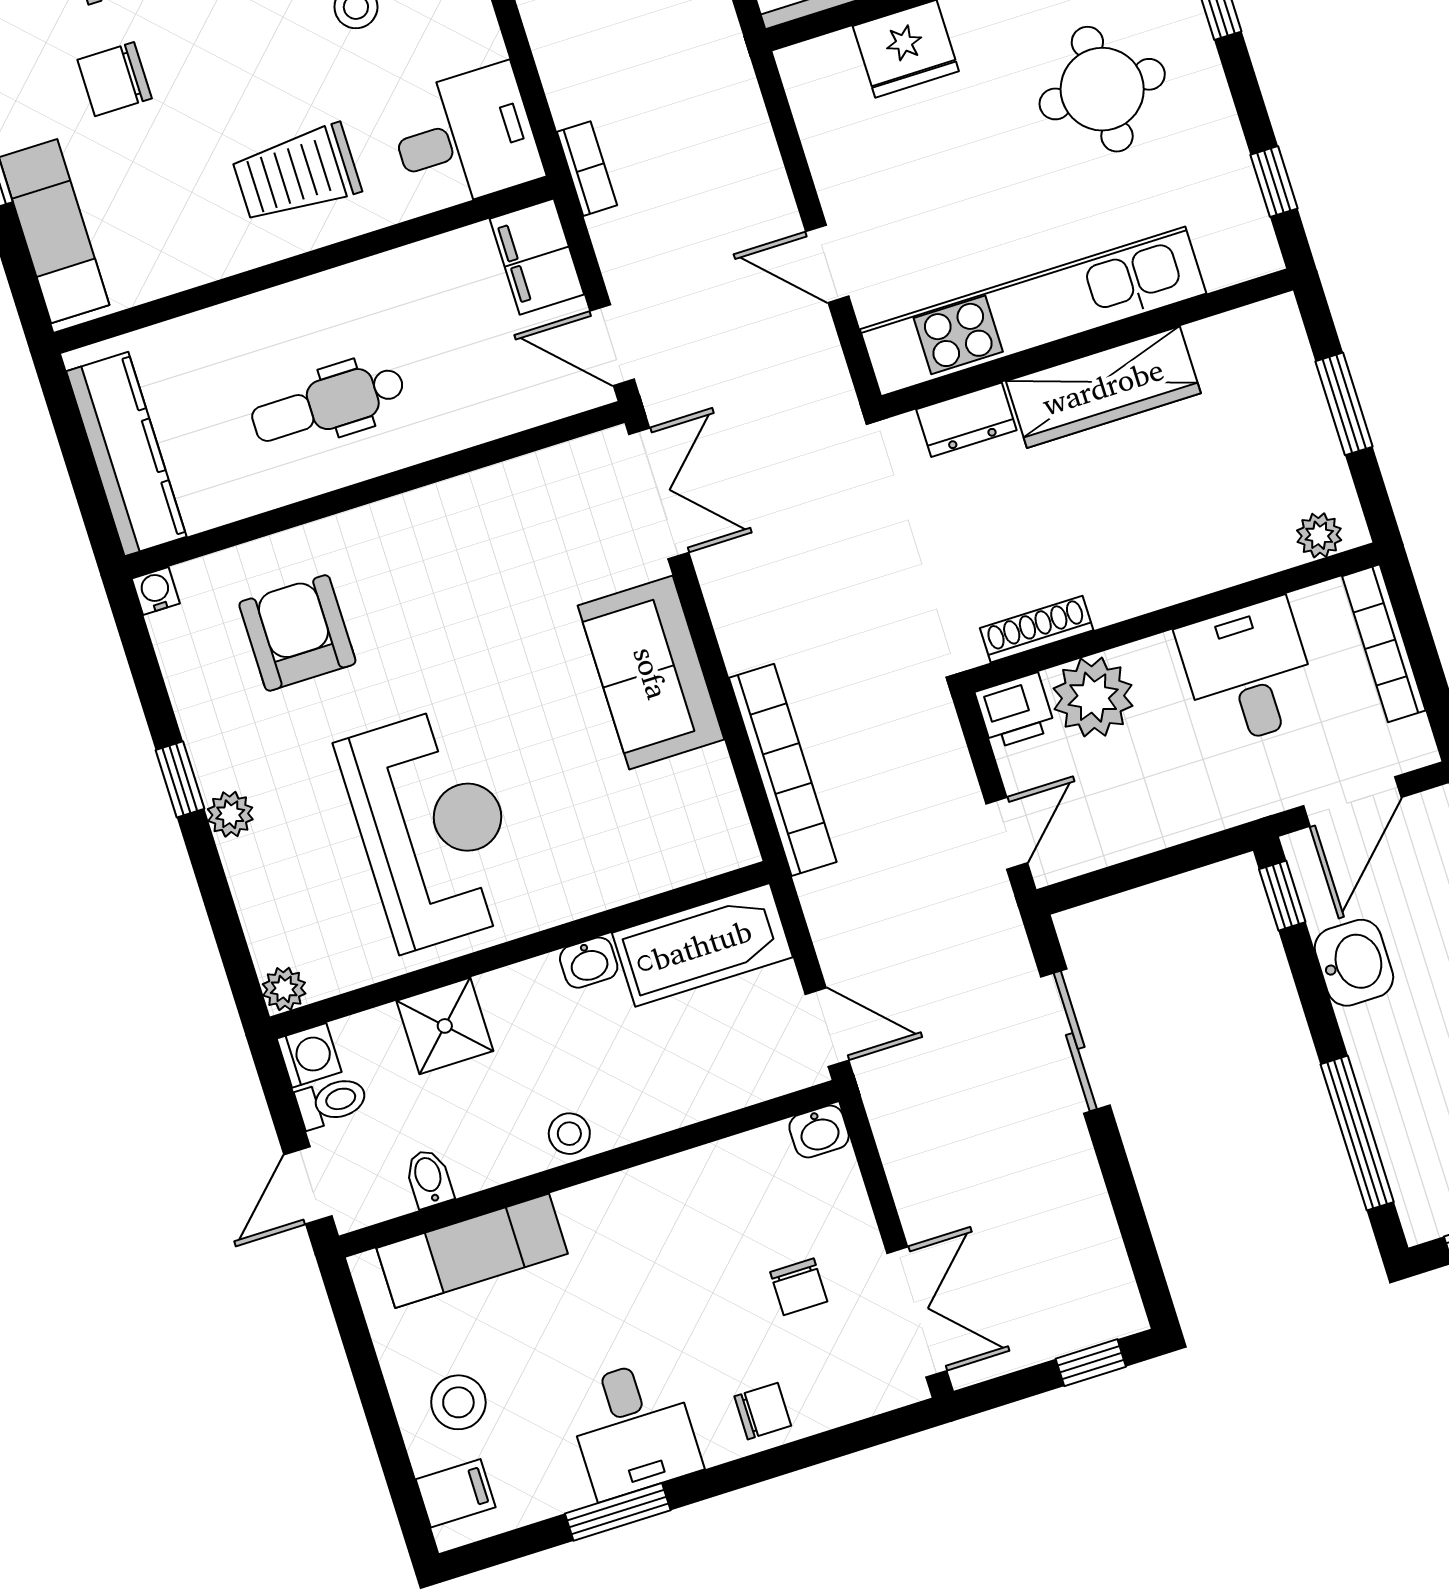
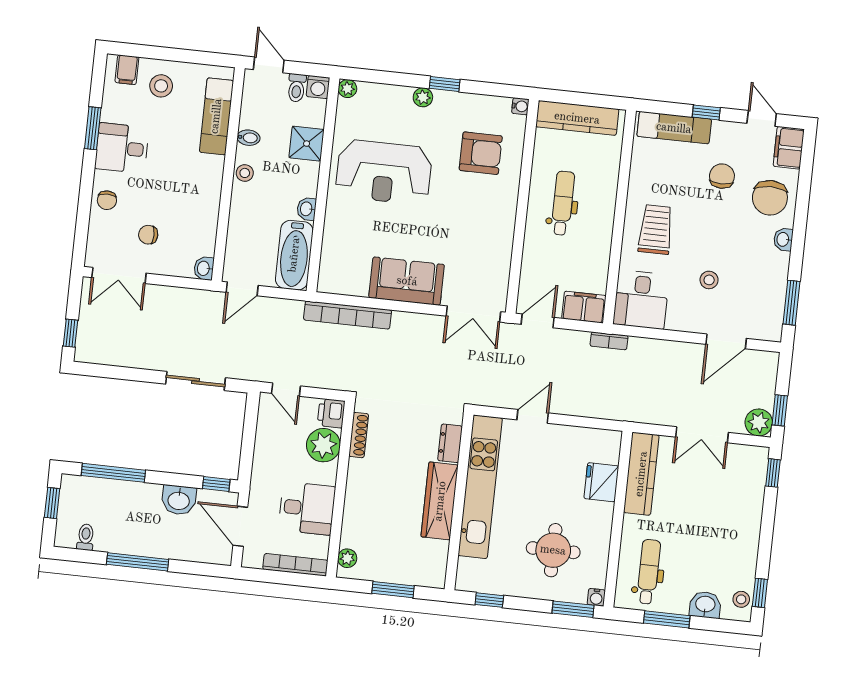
bidet: (429, 1178) -> (248, 138), moved

